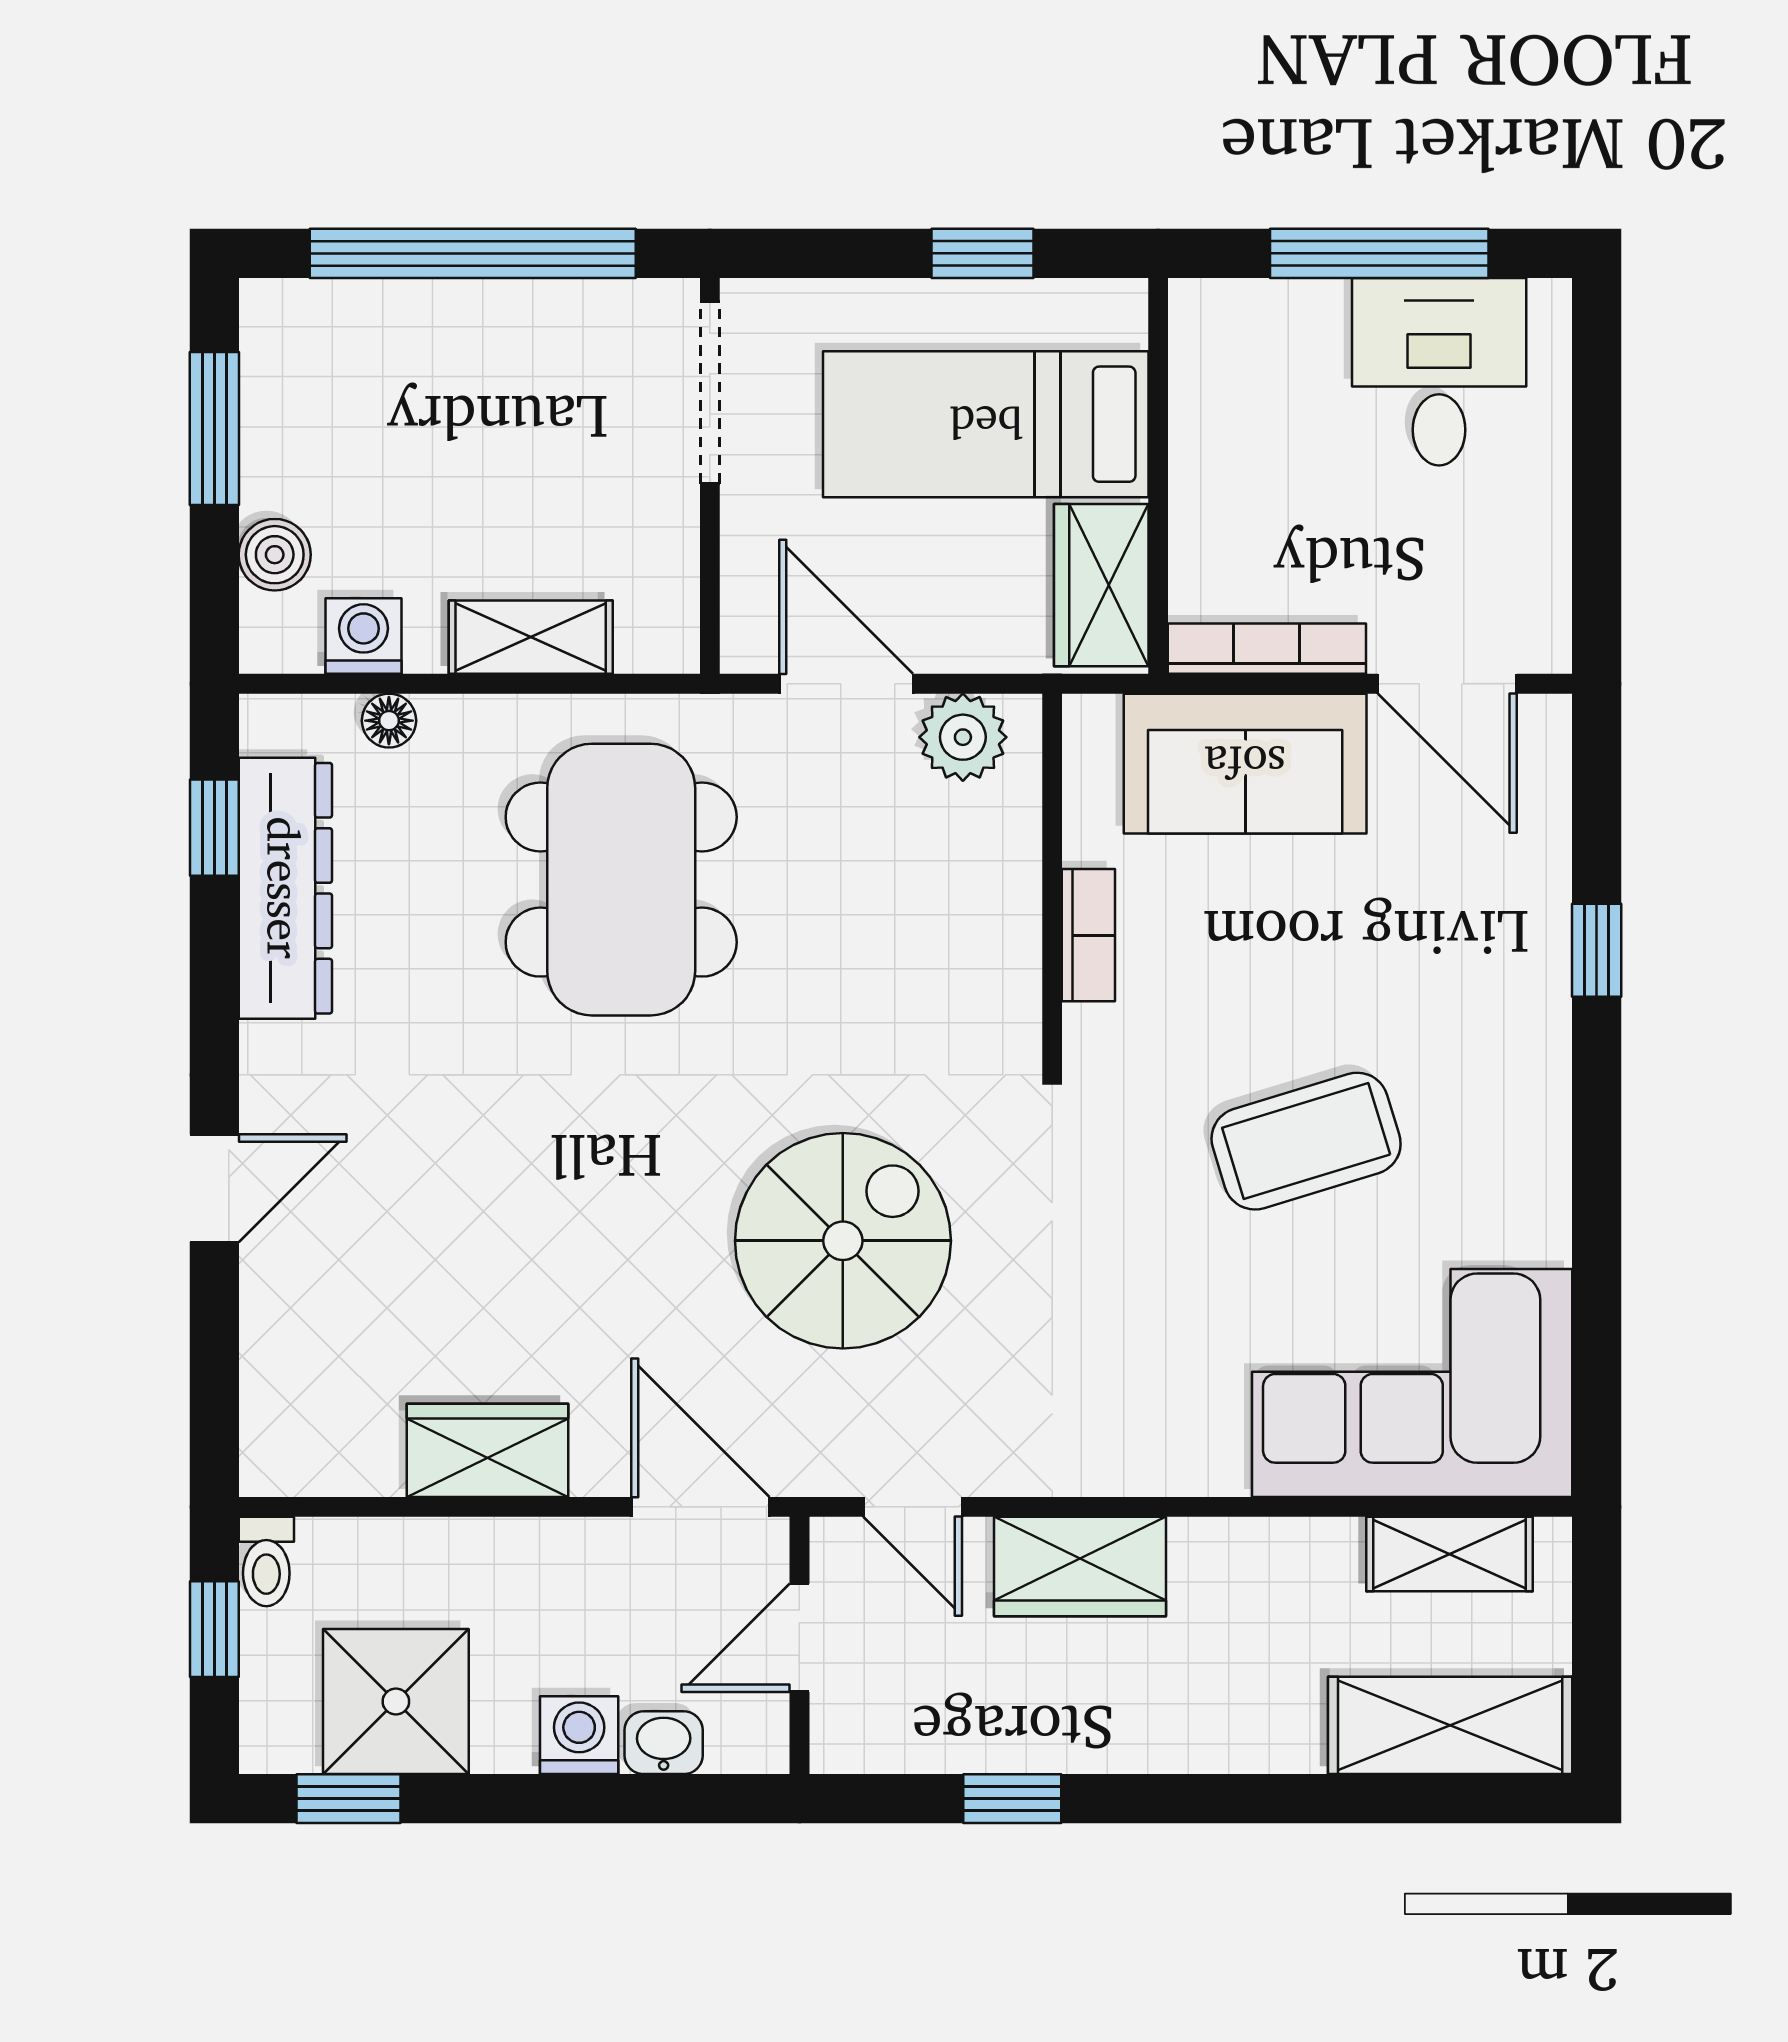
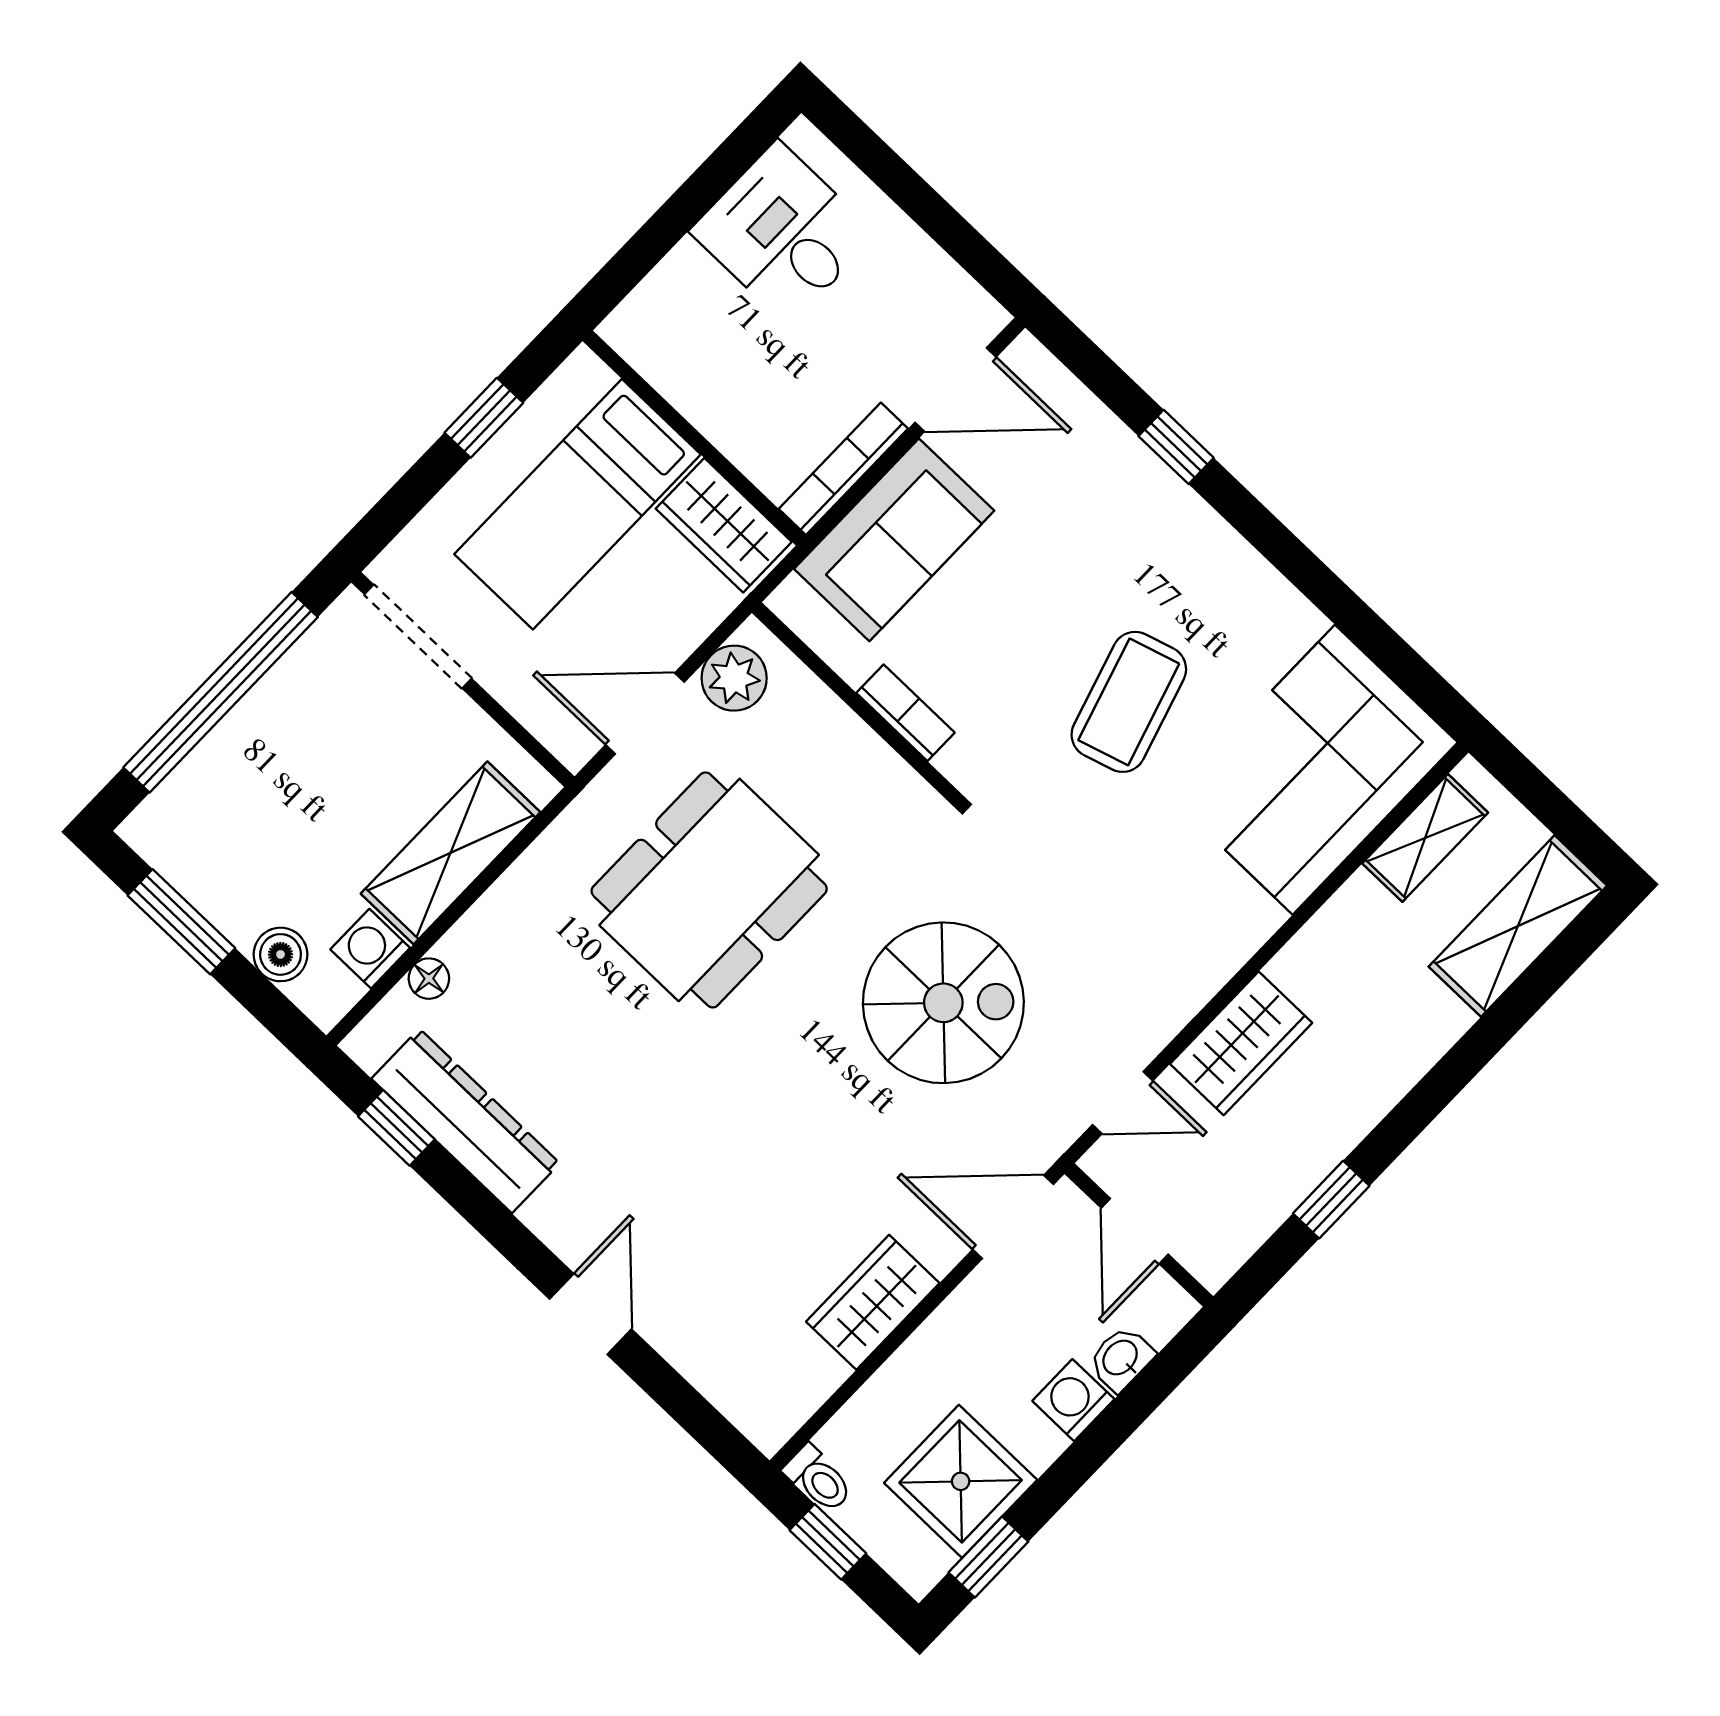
window: (1379, 253) -> (689, 204), removed
shelving: (531, 637) -> (450, 853), width x1.50, depth x1.33
dining table: (621, 880) -> (709, 890), moved, turned 90
spiral stairs: (843, 1241) -> (943, 1003), turned 90

